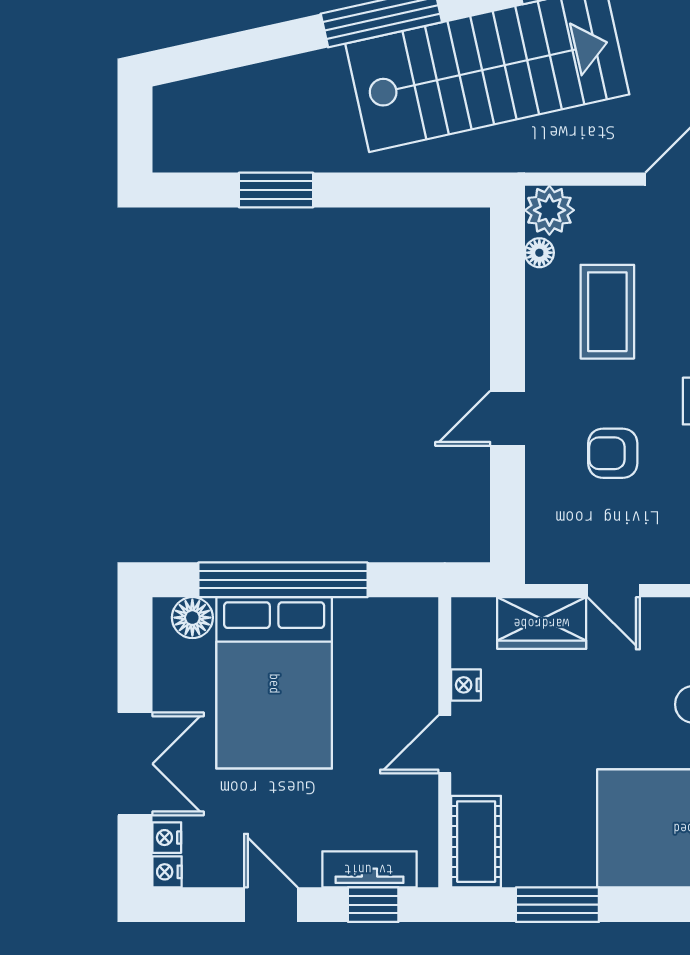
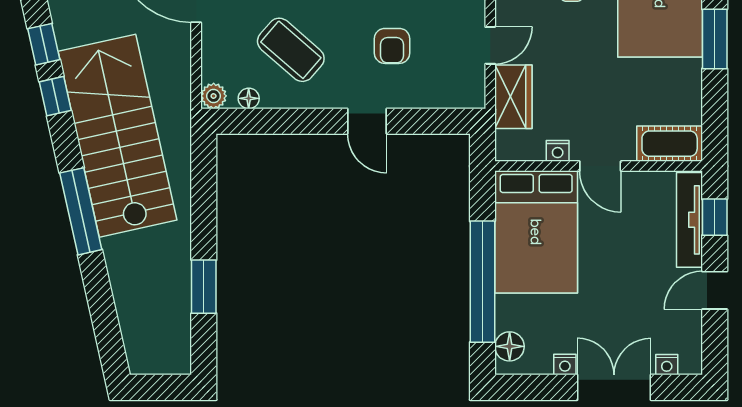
plant: (549, 210) -> (214, 96), width x0.73, depth x0.73
coffee table: (607, 312) -> (291, 50), turned 41
bed: (274, 683) -> (536, 232), moved, turned 90
tv unit: (369, 869) -> (689, 220), width x1.41
nightstand: (167, 872) -> (565, 365), moved
window: (557, 905) -> (715, 39), moved

